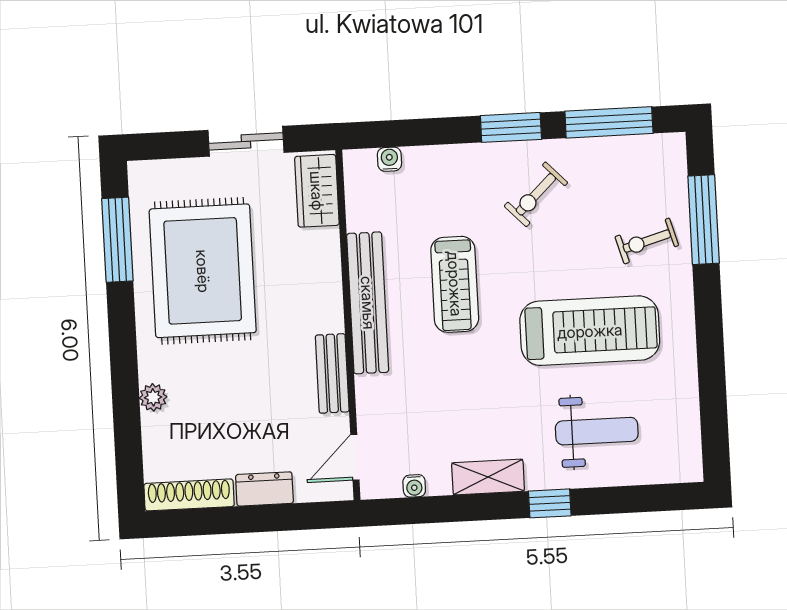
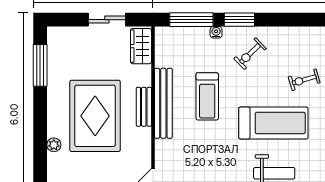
window: (609, 122) -> (191, 20), moved
water cooler: (389, 159) -> (216, 32), moved
rug: (203, 271) -> (95, 116), moved
bench: (332, 373) -> (144, 107), moved

